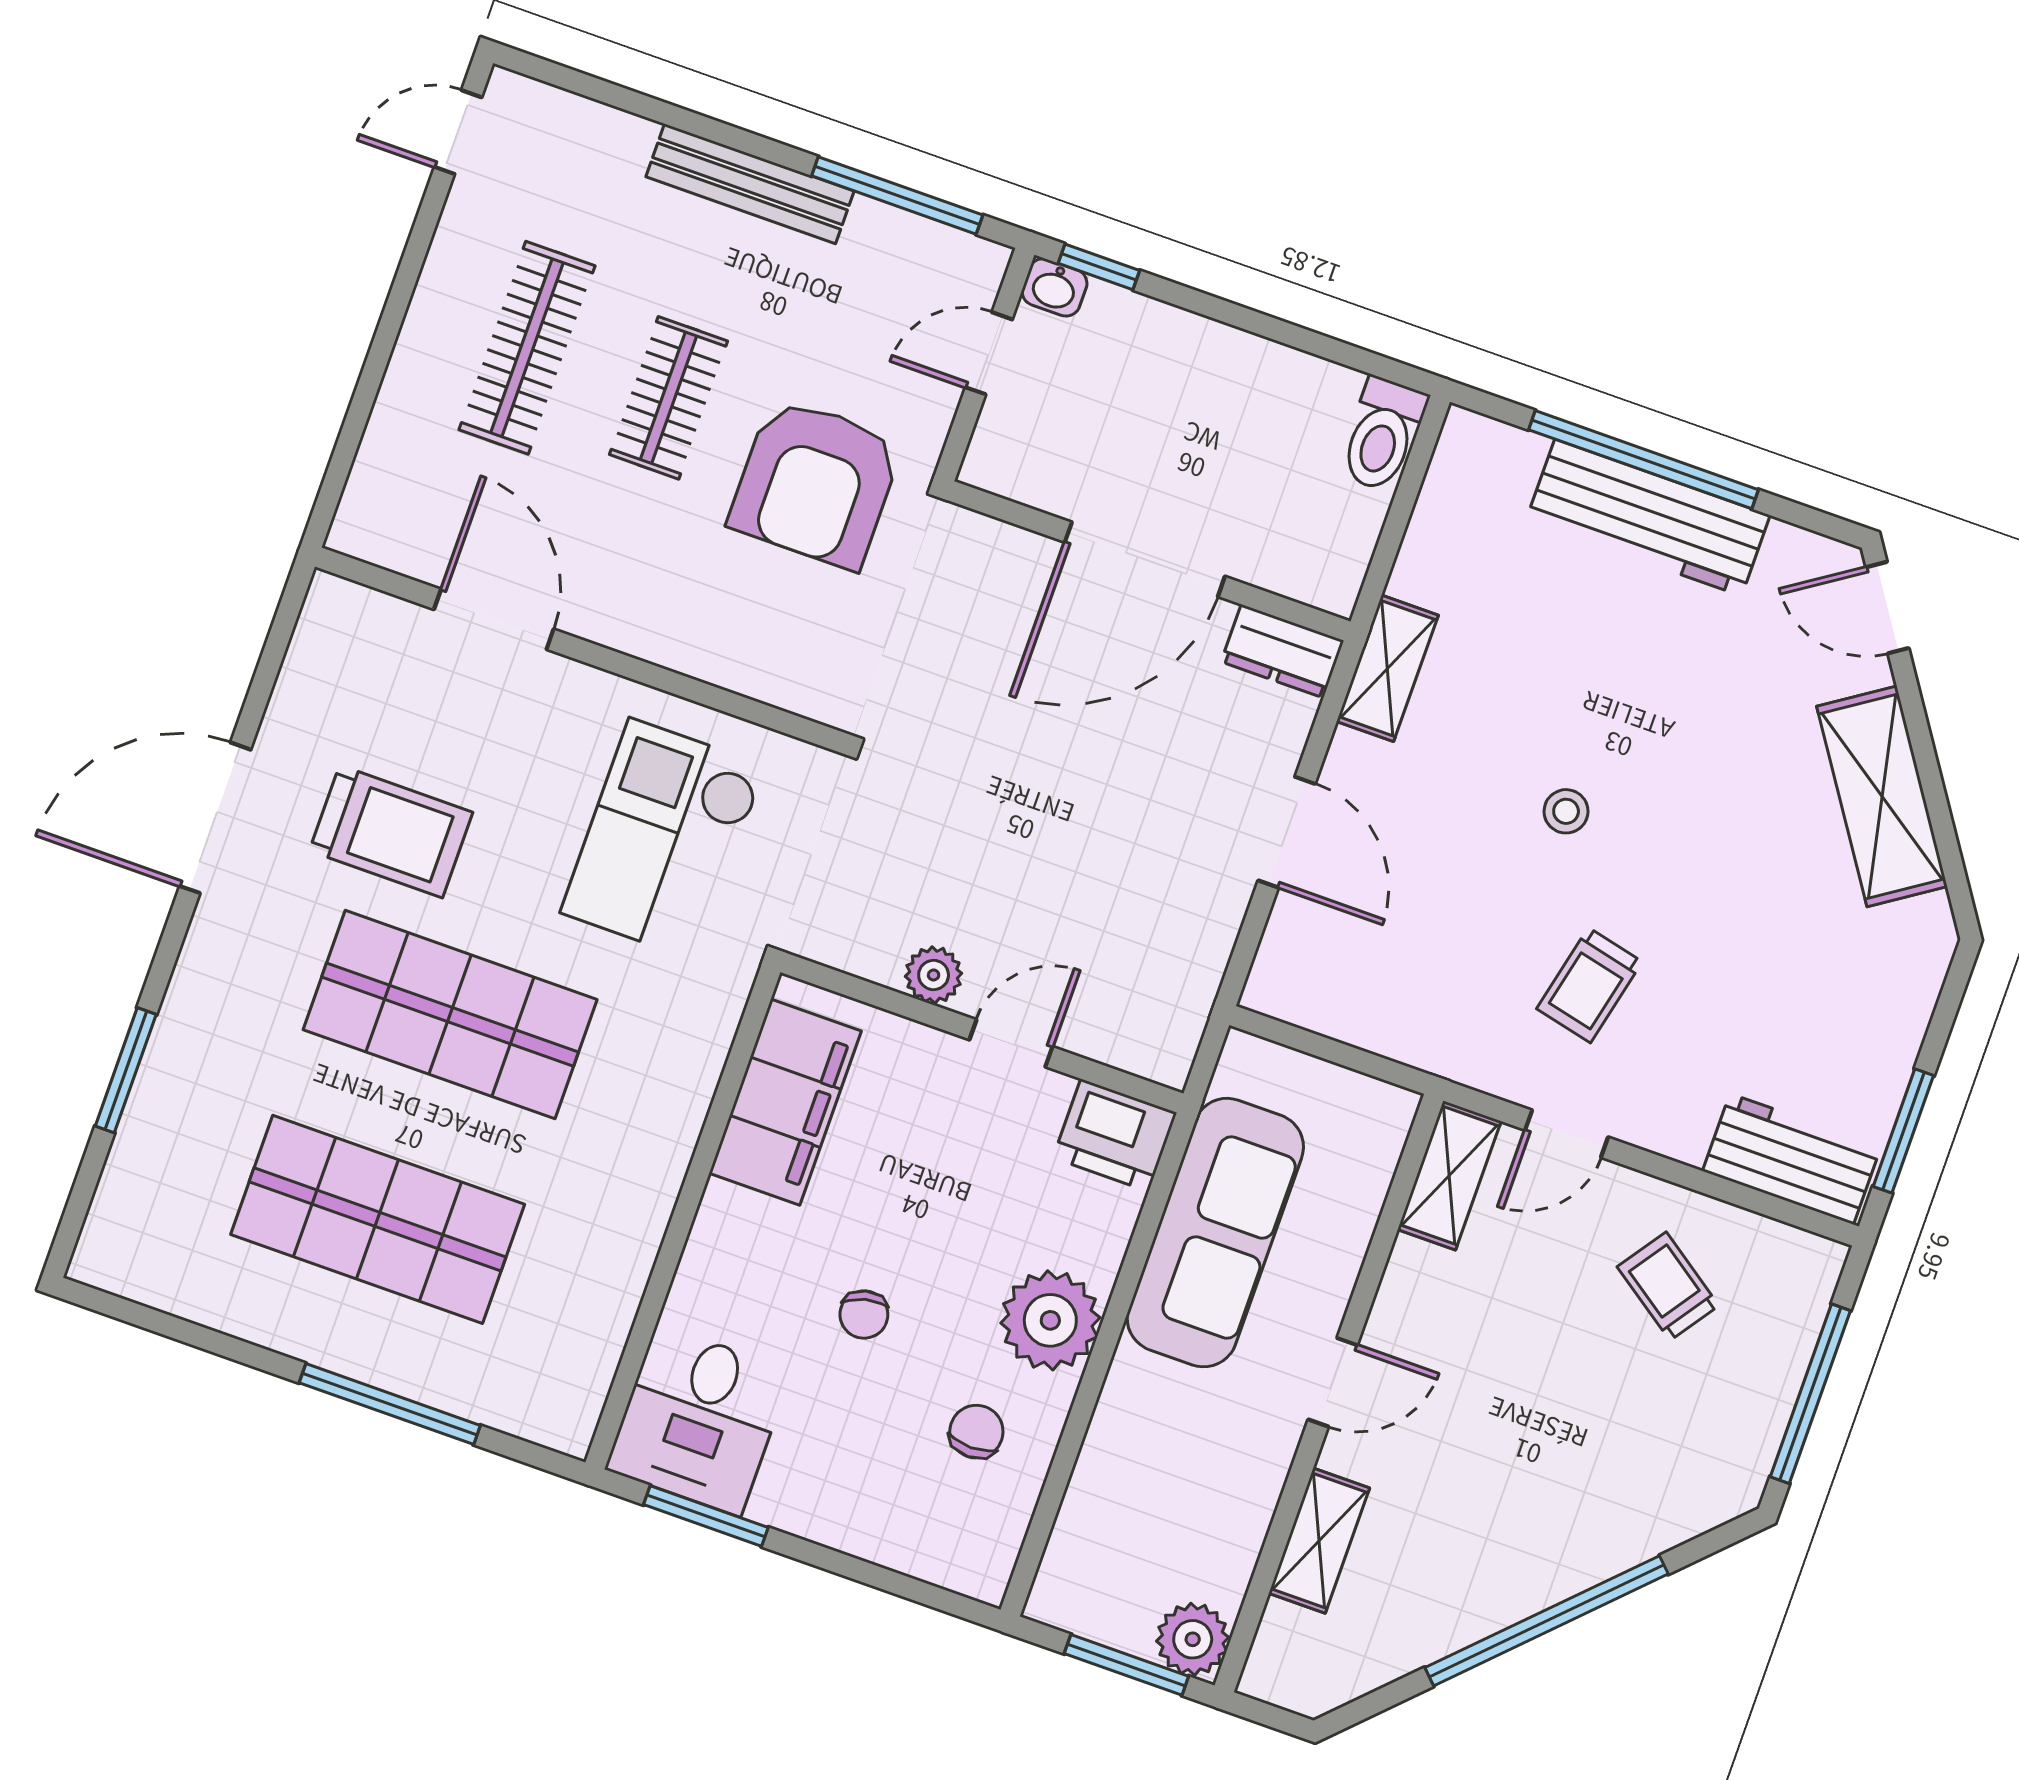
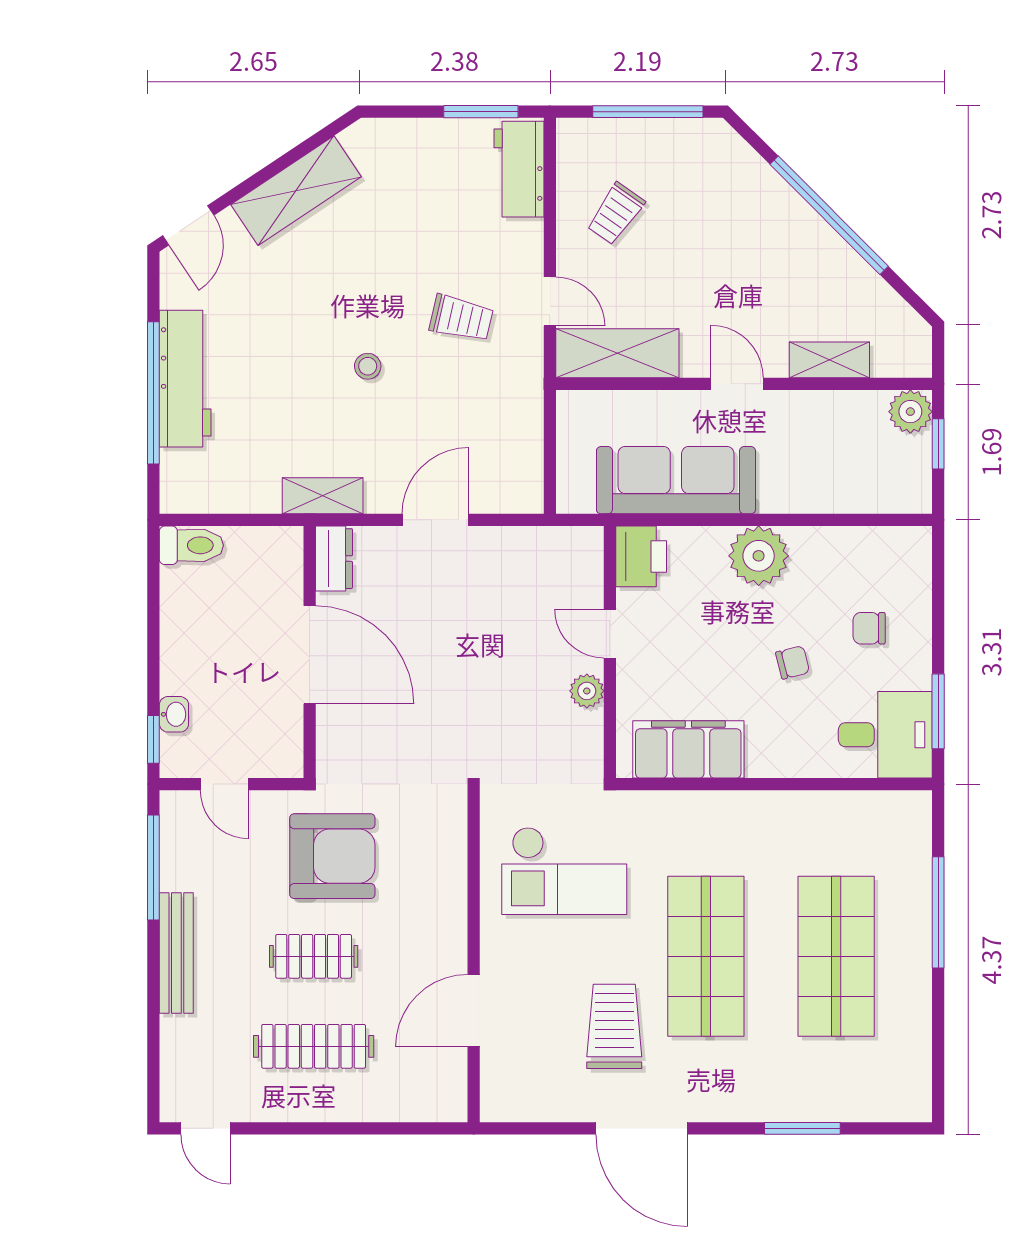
washbasin: (1055, 287) -> (174, 714), moved
shelving: (1449, 1175) -> (617, 353), width x1.50, depth x1.33
chair: (976, 1432) -> (869, 628), moved
window: (1126, 1665) -> (938, 444), width x0.67

